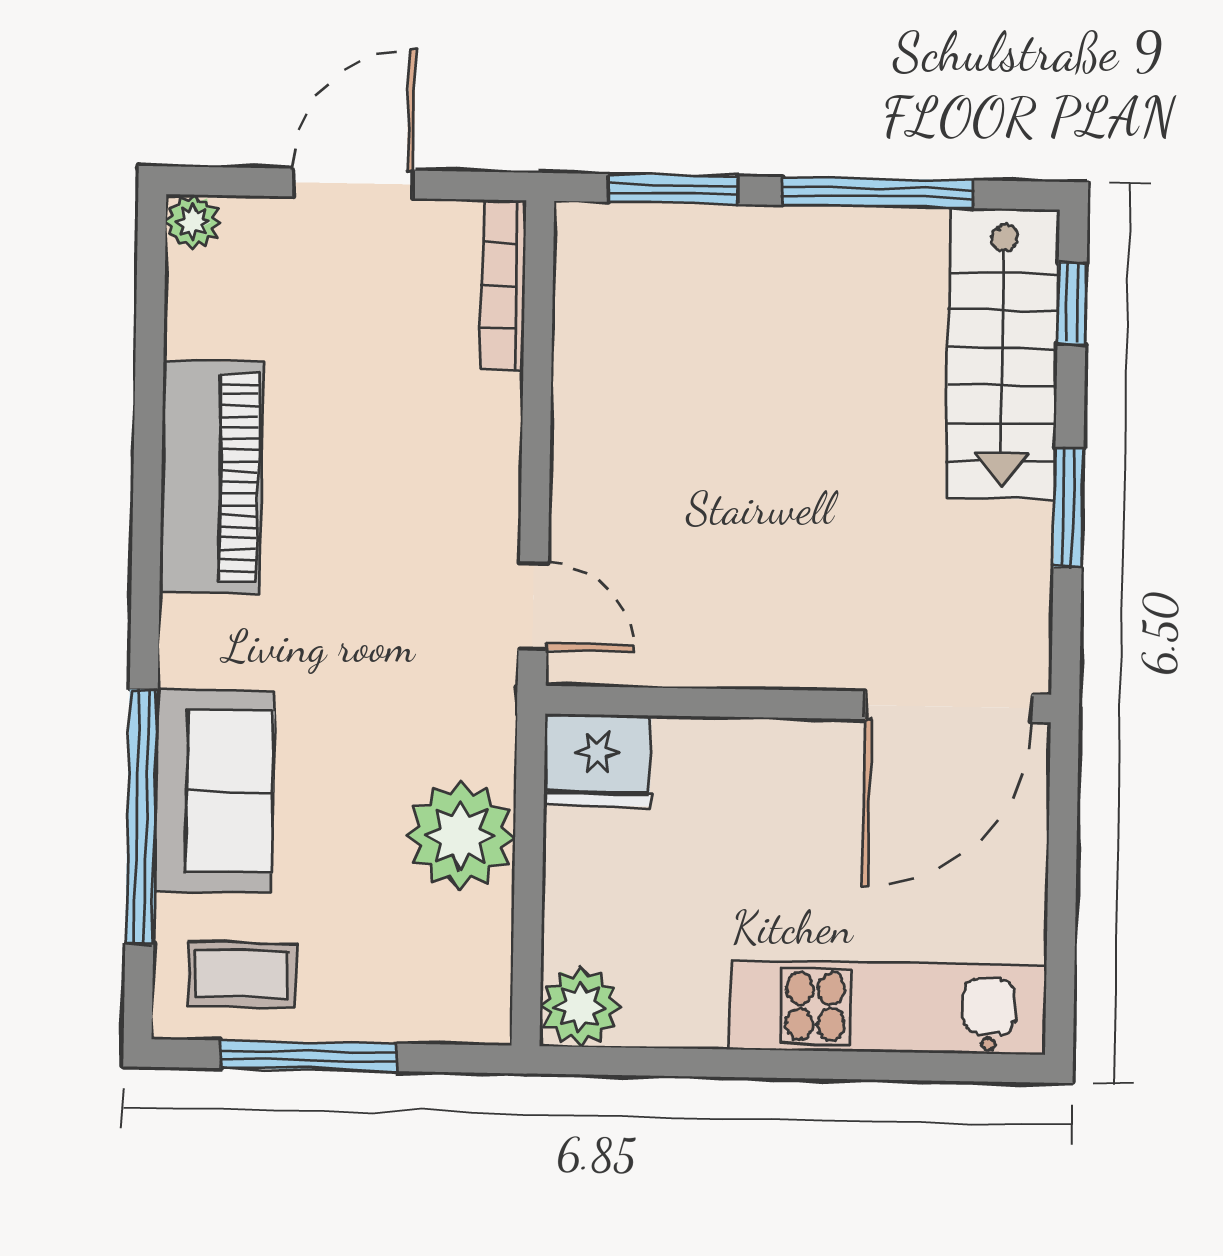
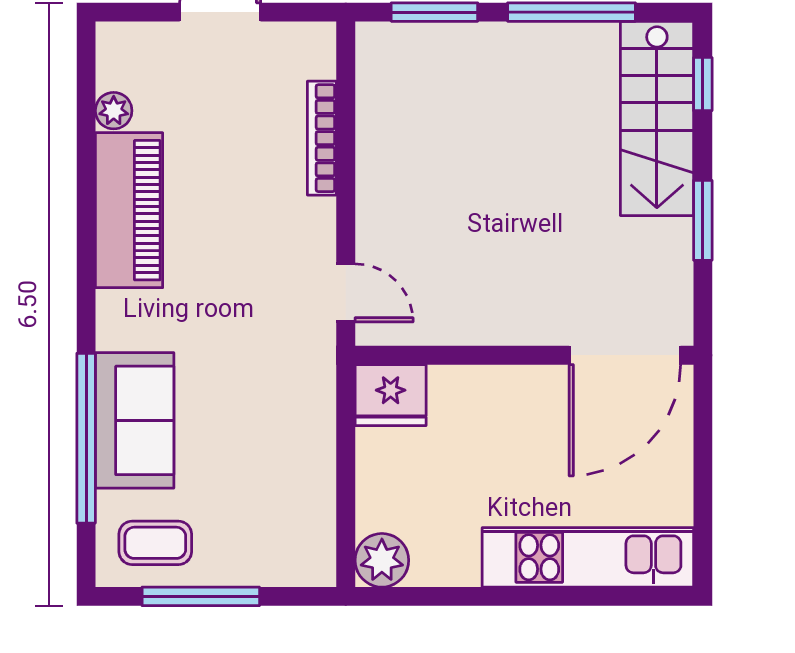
plant: (193, 222) -> (114, 111), moved
bookcase: (503, 285) -> (322, 138), moved
plant: (460, 836) -> (300, 447), removed

